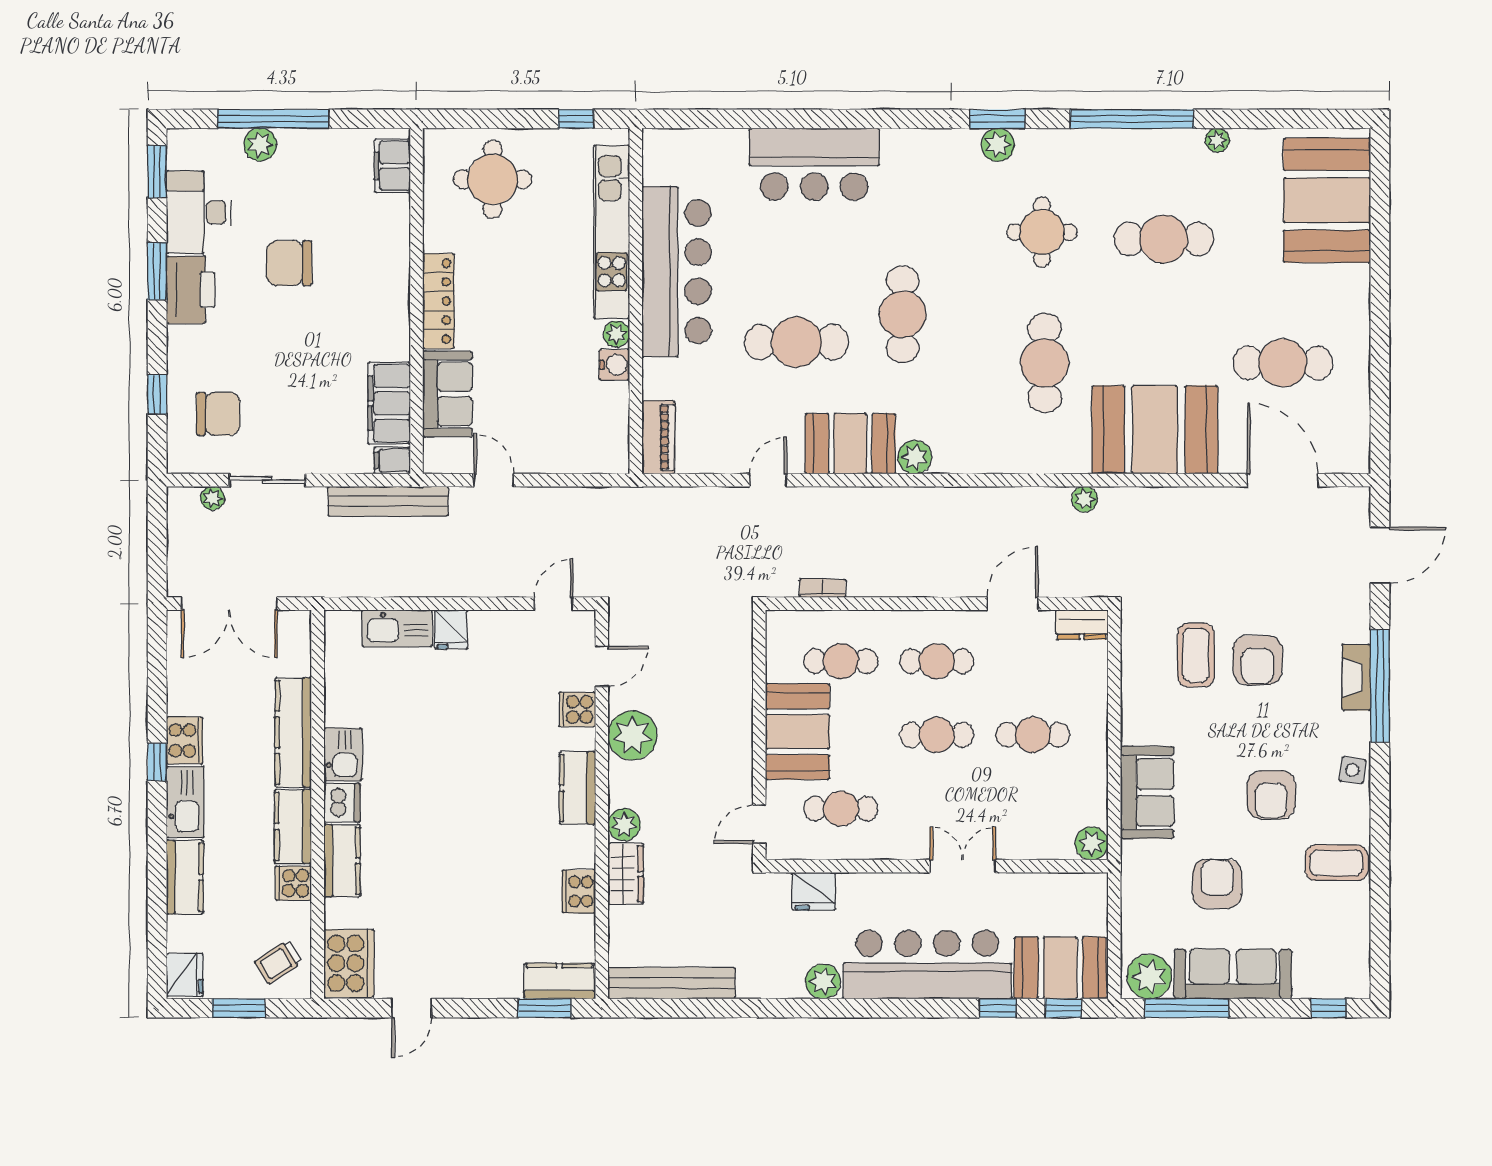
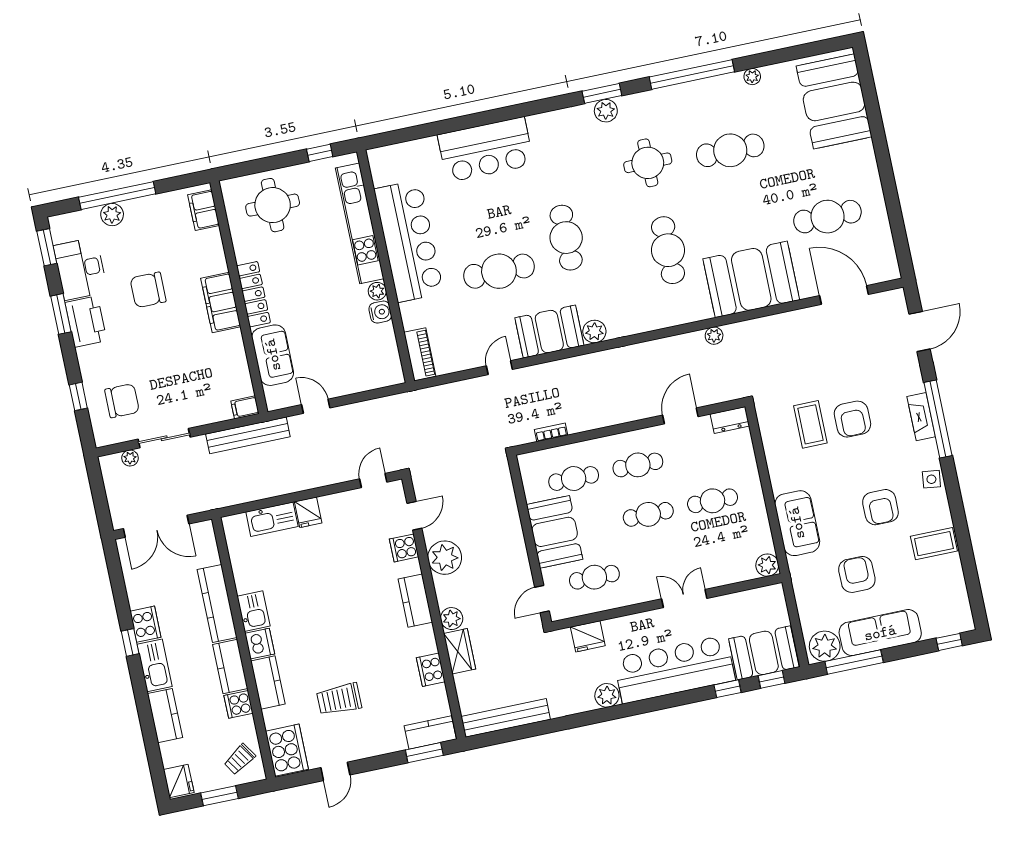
filing cabinet: (389, 403) -> (221, 302), moved
trolley: (439, 906) -> (339, 699), added

